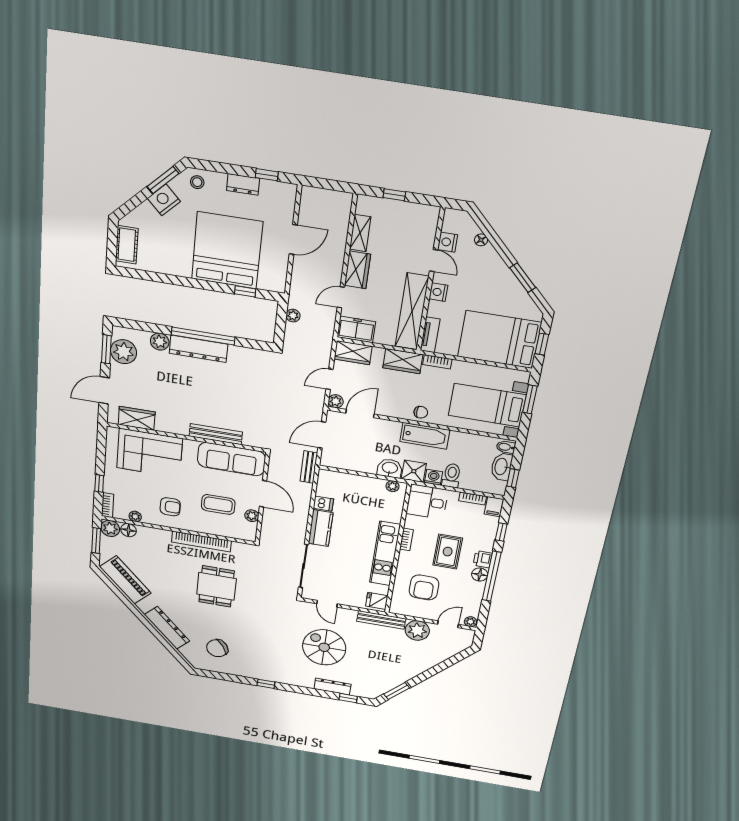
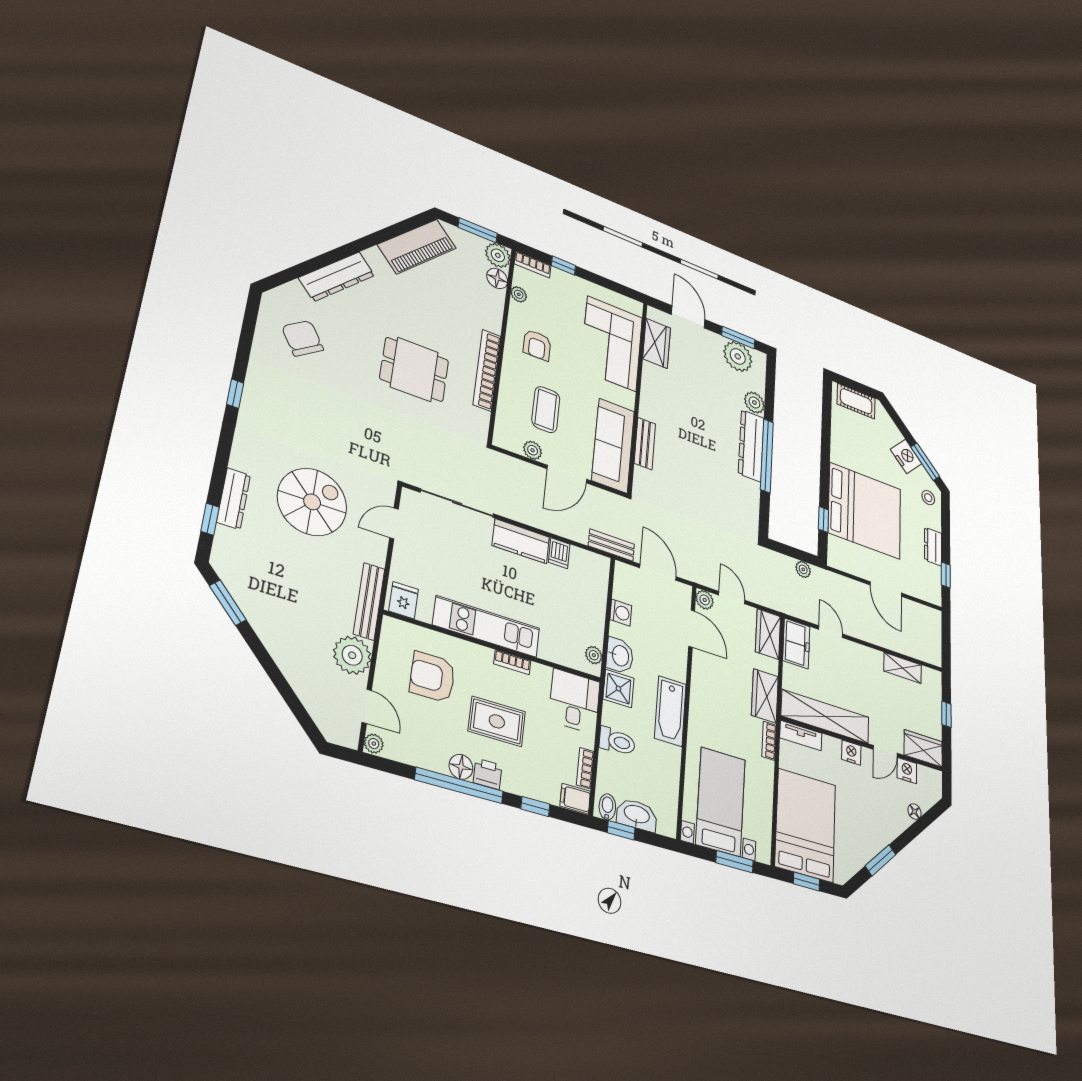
wardrobe: (357, 270) -> (923, 748), moved, turned 180
chair: (421, 412) -> (702, 710), removed
bench: (216, 434) -> (645, 444), width x0.73
bidet: (506, 447) -> (607, 807), moved
washing machine: (433, 477) -> (621, 613), moved

